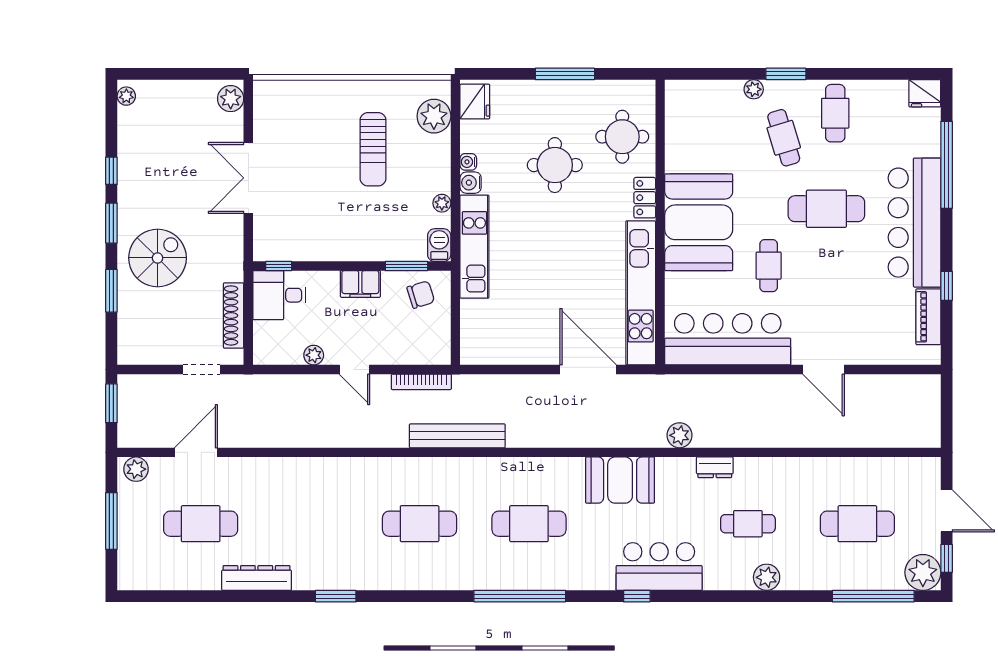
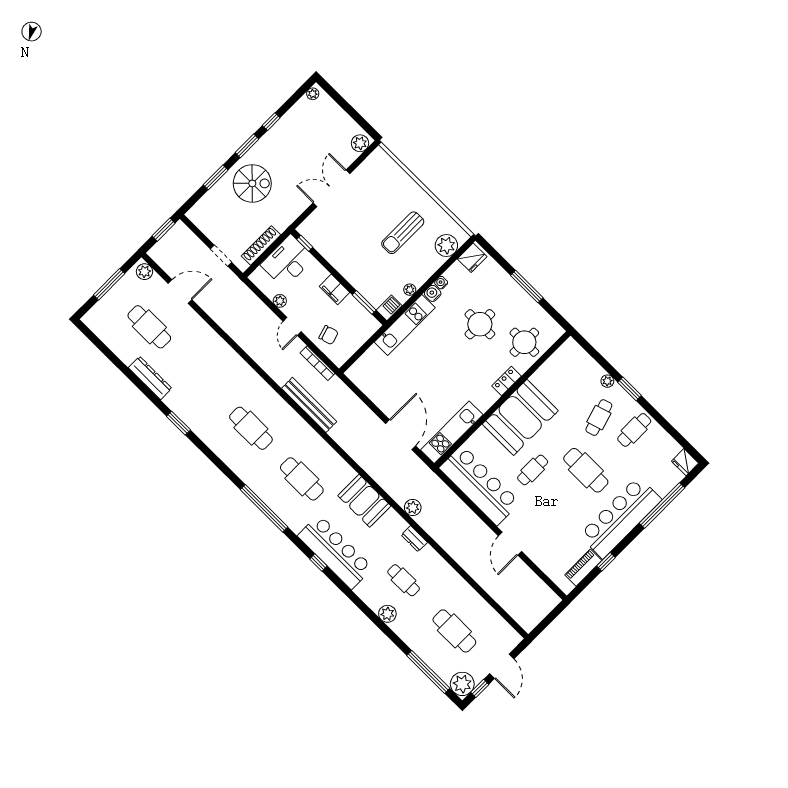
kitchen unit: (641, 293) -> (452, 432), width x0.73
desk: (279, 295) -> (287, 261), width x1.37
chair: (421, 295) -> (329, 335), moved
bar counter: (659, 567) -> (335, 552), width x1.36

